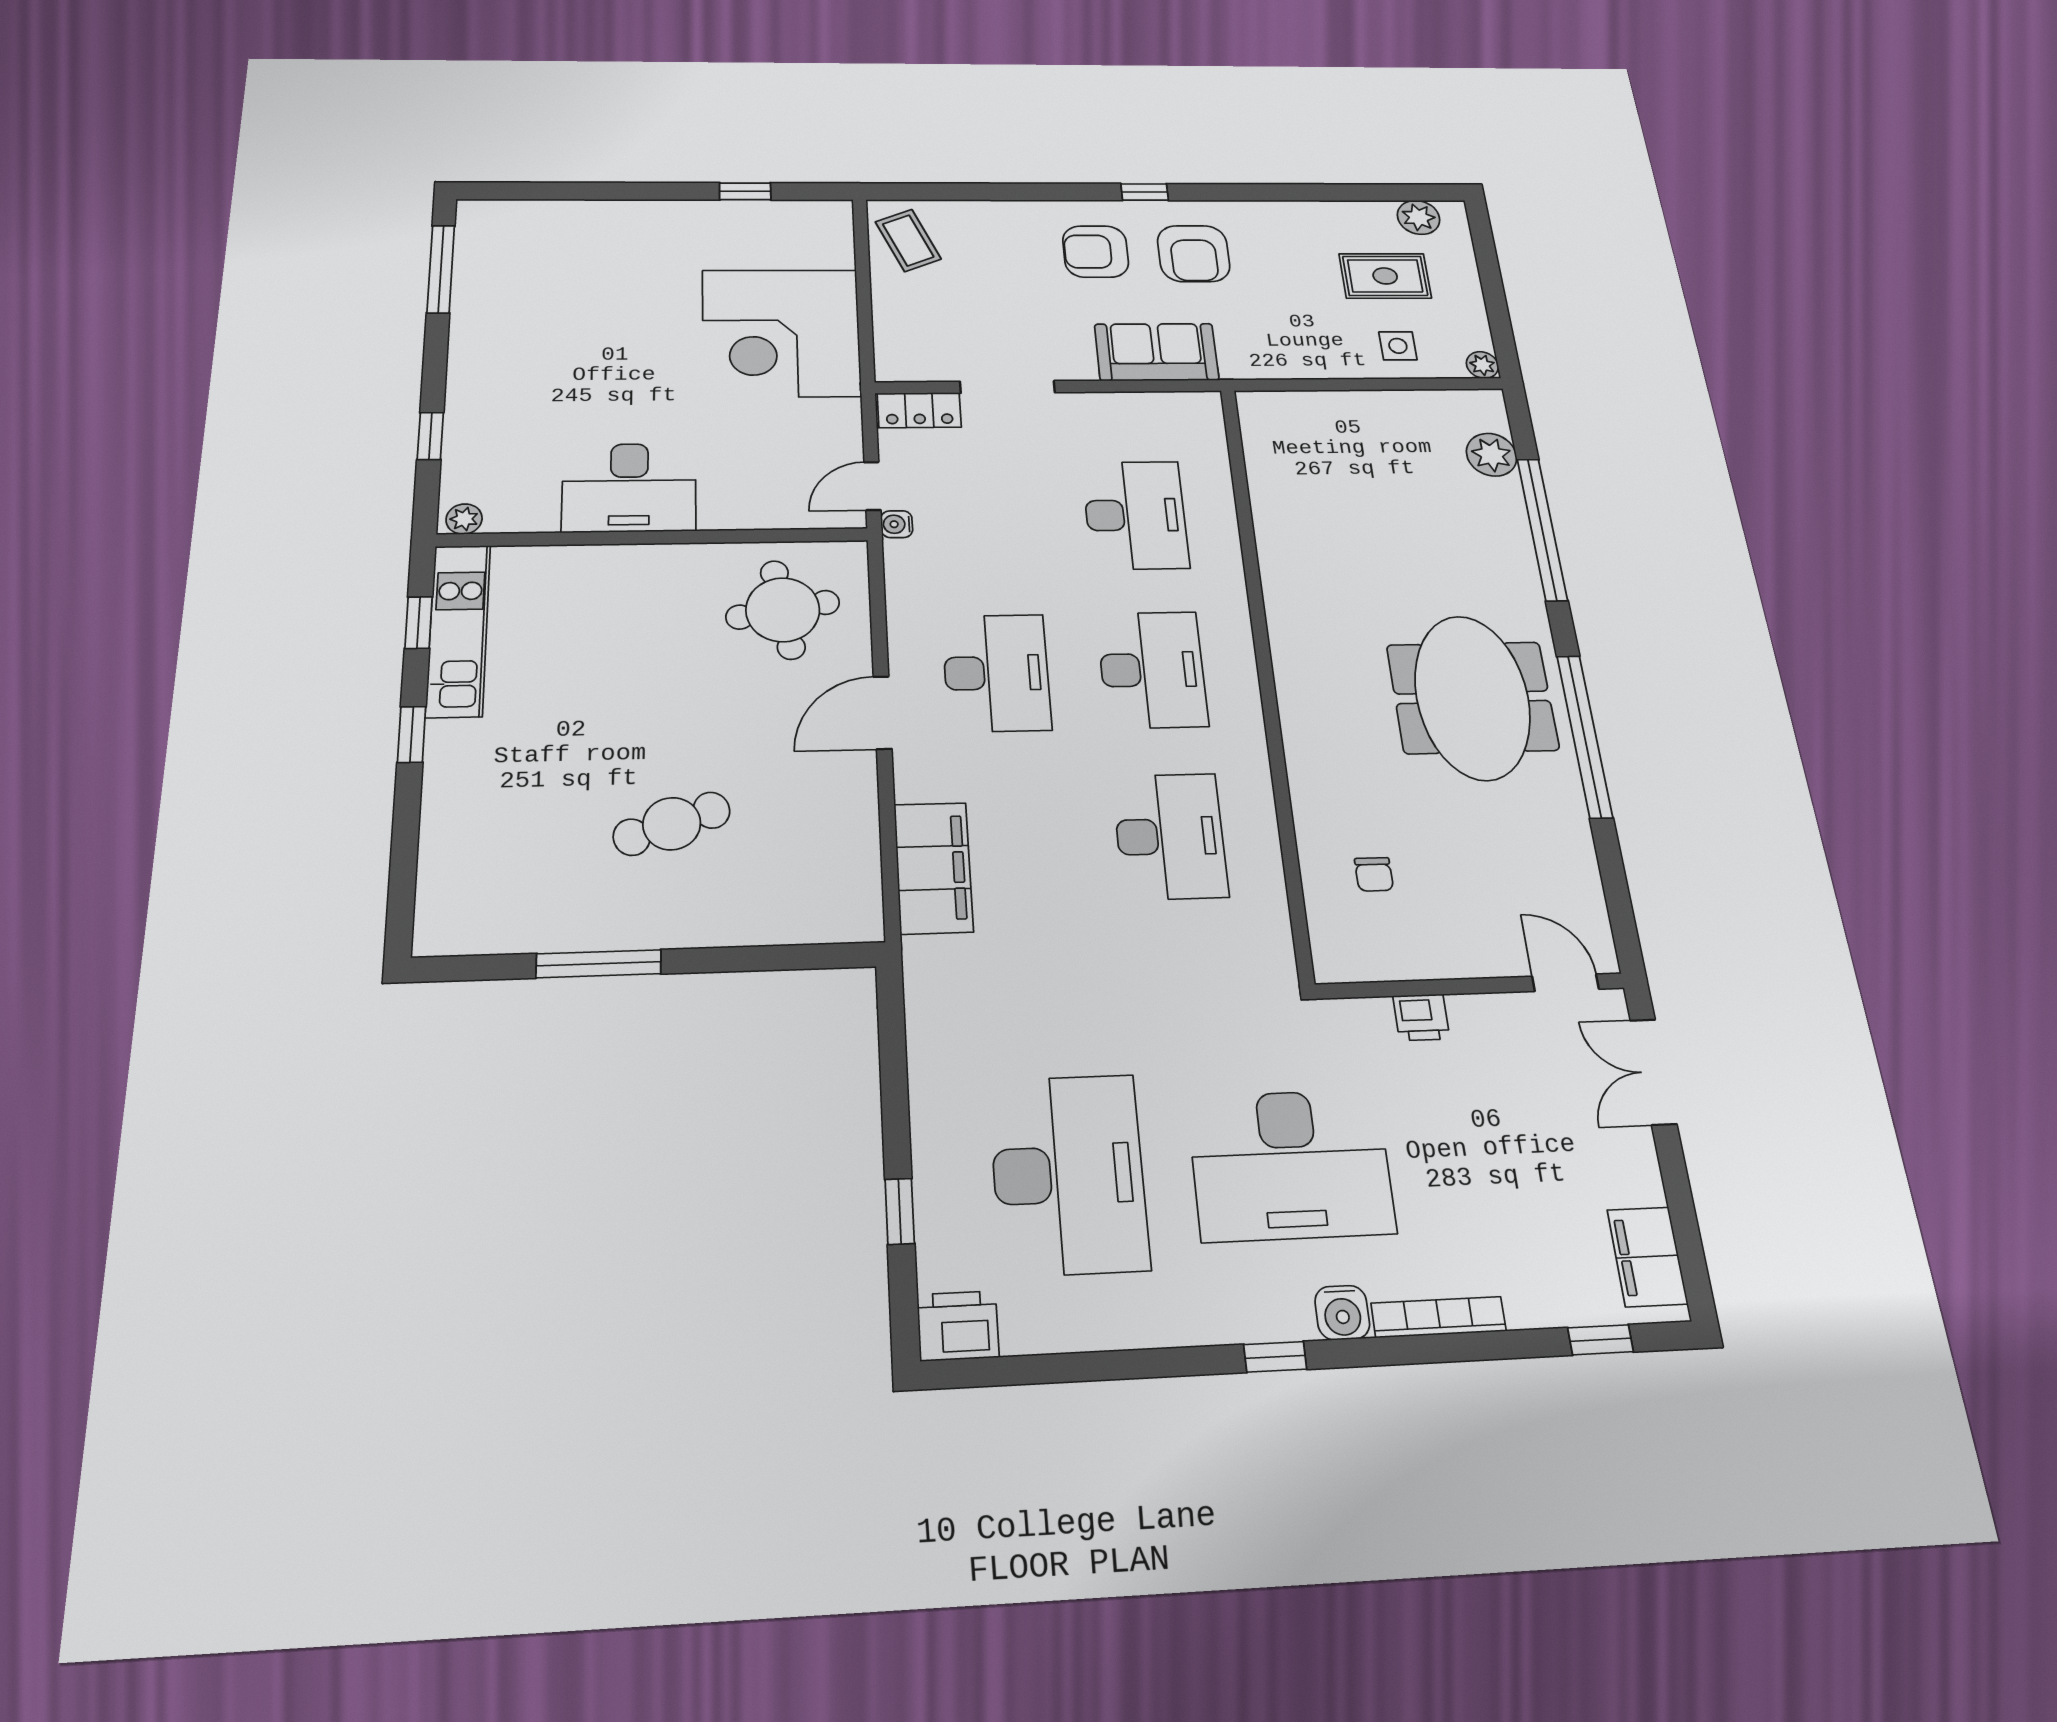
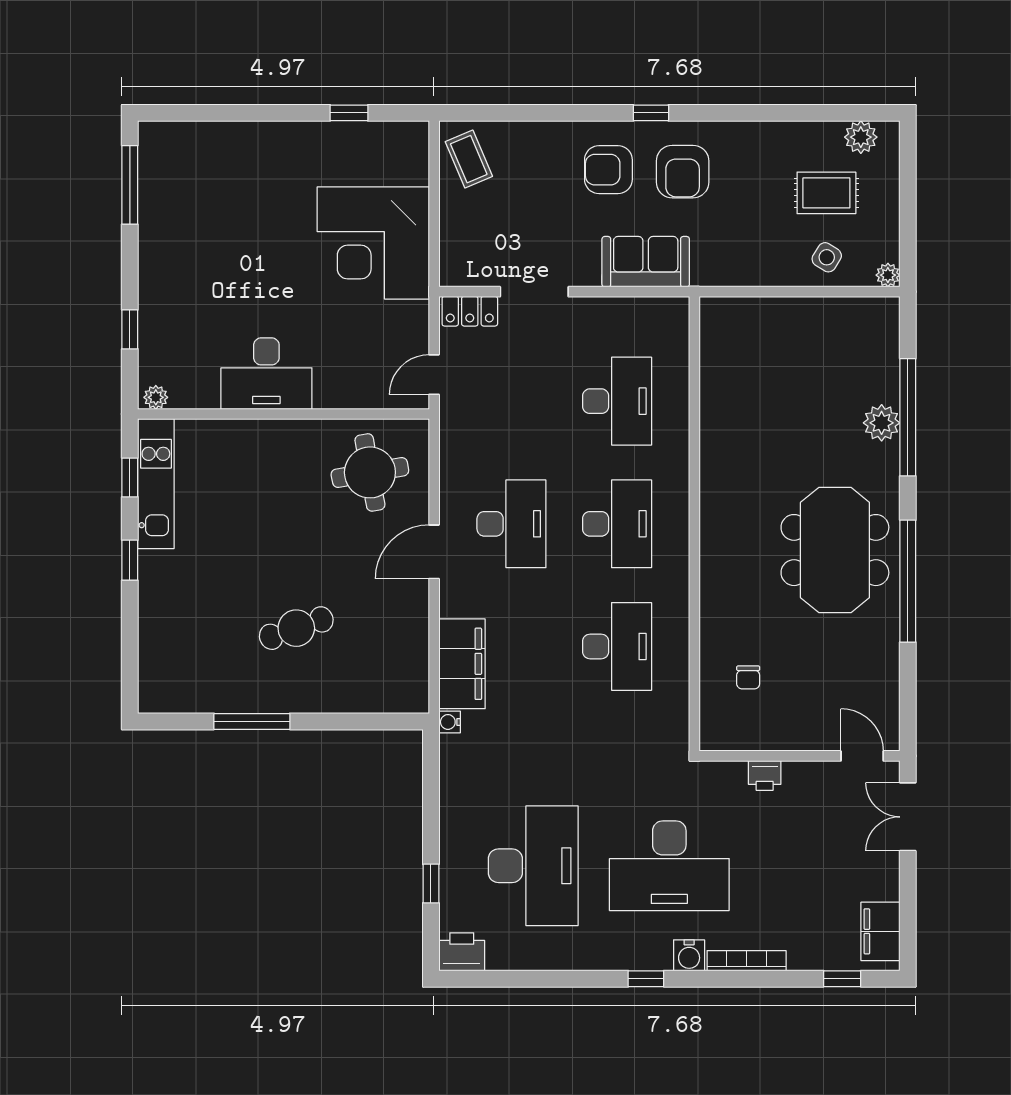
side table: (1398, 346) -> (827, 257), turned 32
plant: (1492, 455) -> (882, 423), moved
water cooler: (897, 524) -> (450, 722), moved

